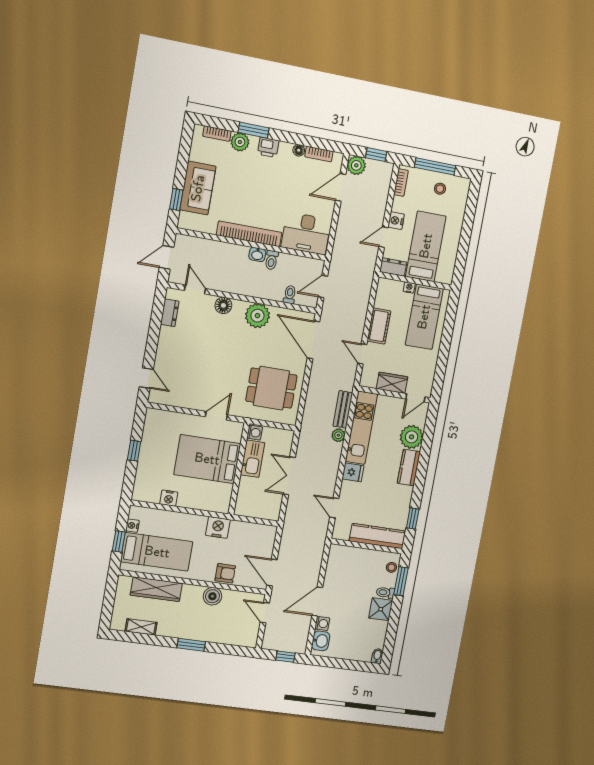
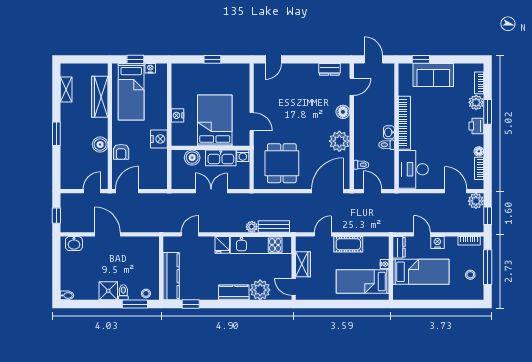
boiler: (246, 492) -> (192, 158), added
nightstand: (169, 498) -> (177, 115), moved
washing machine: (322, 623) -> (89, 242), removed

